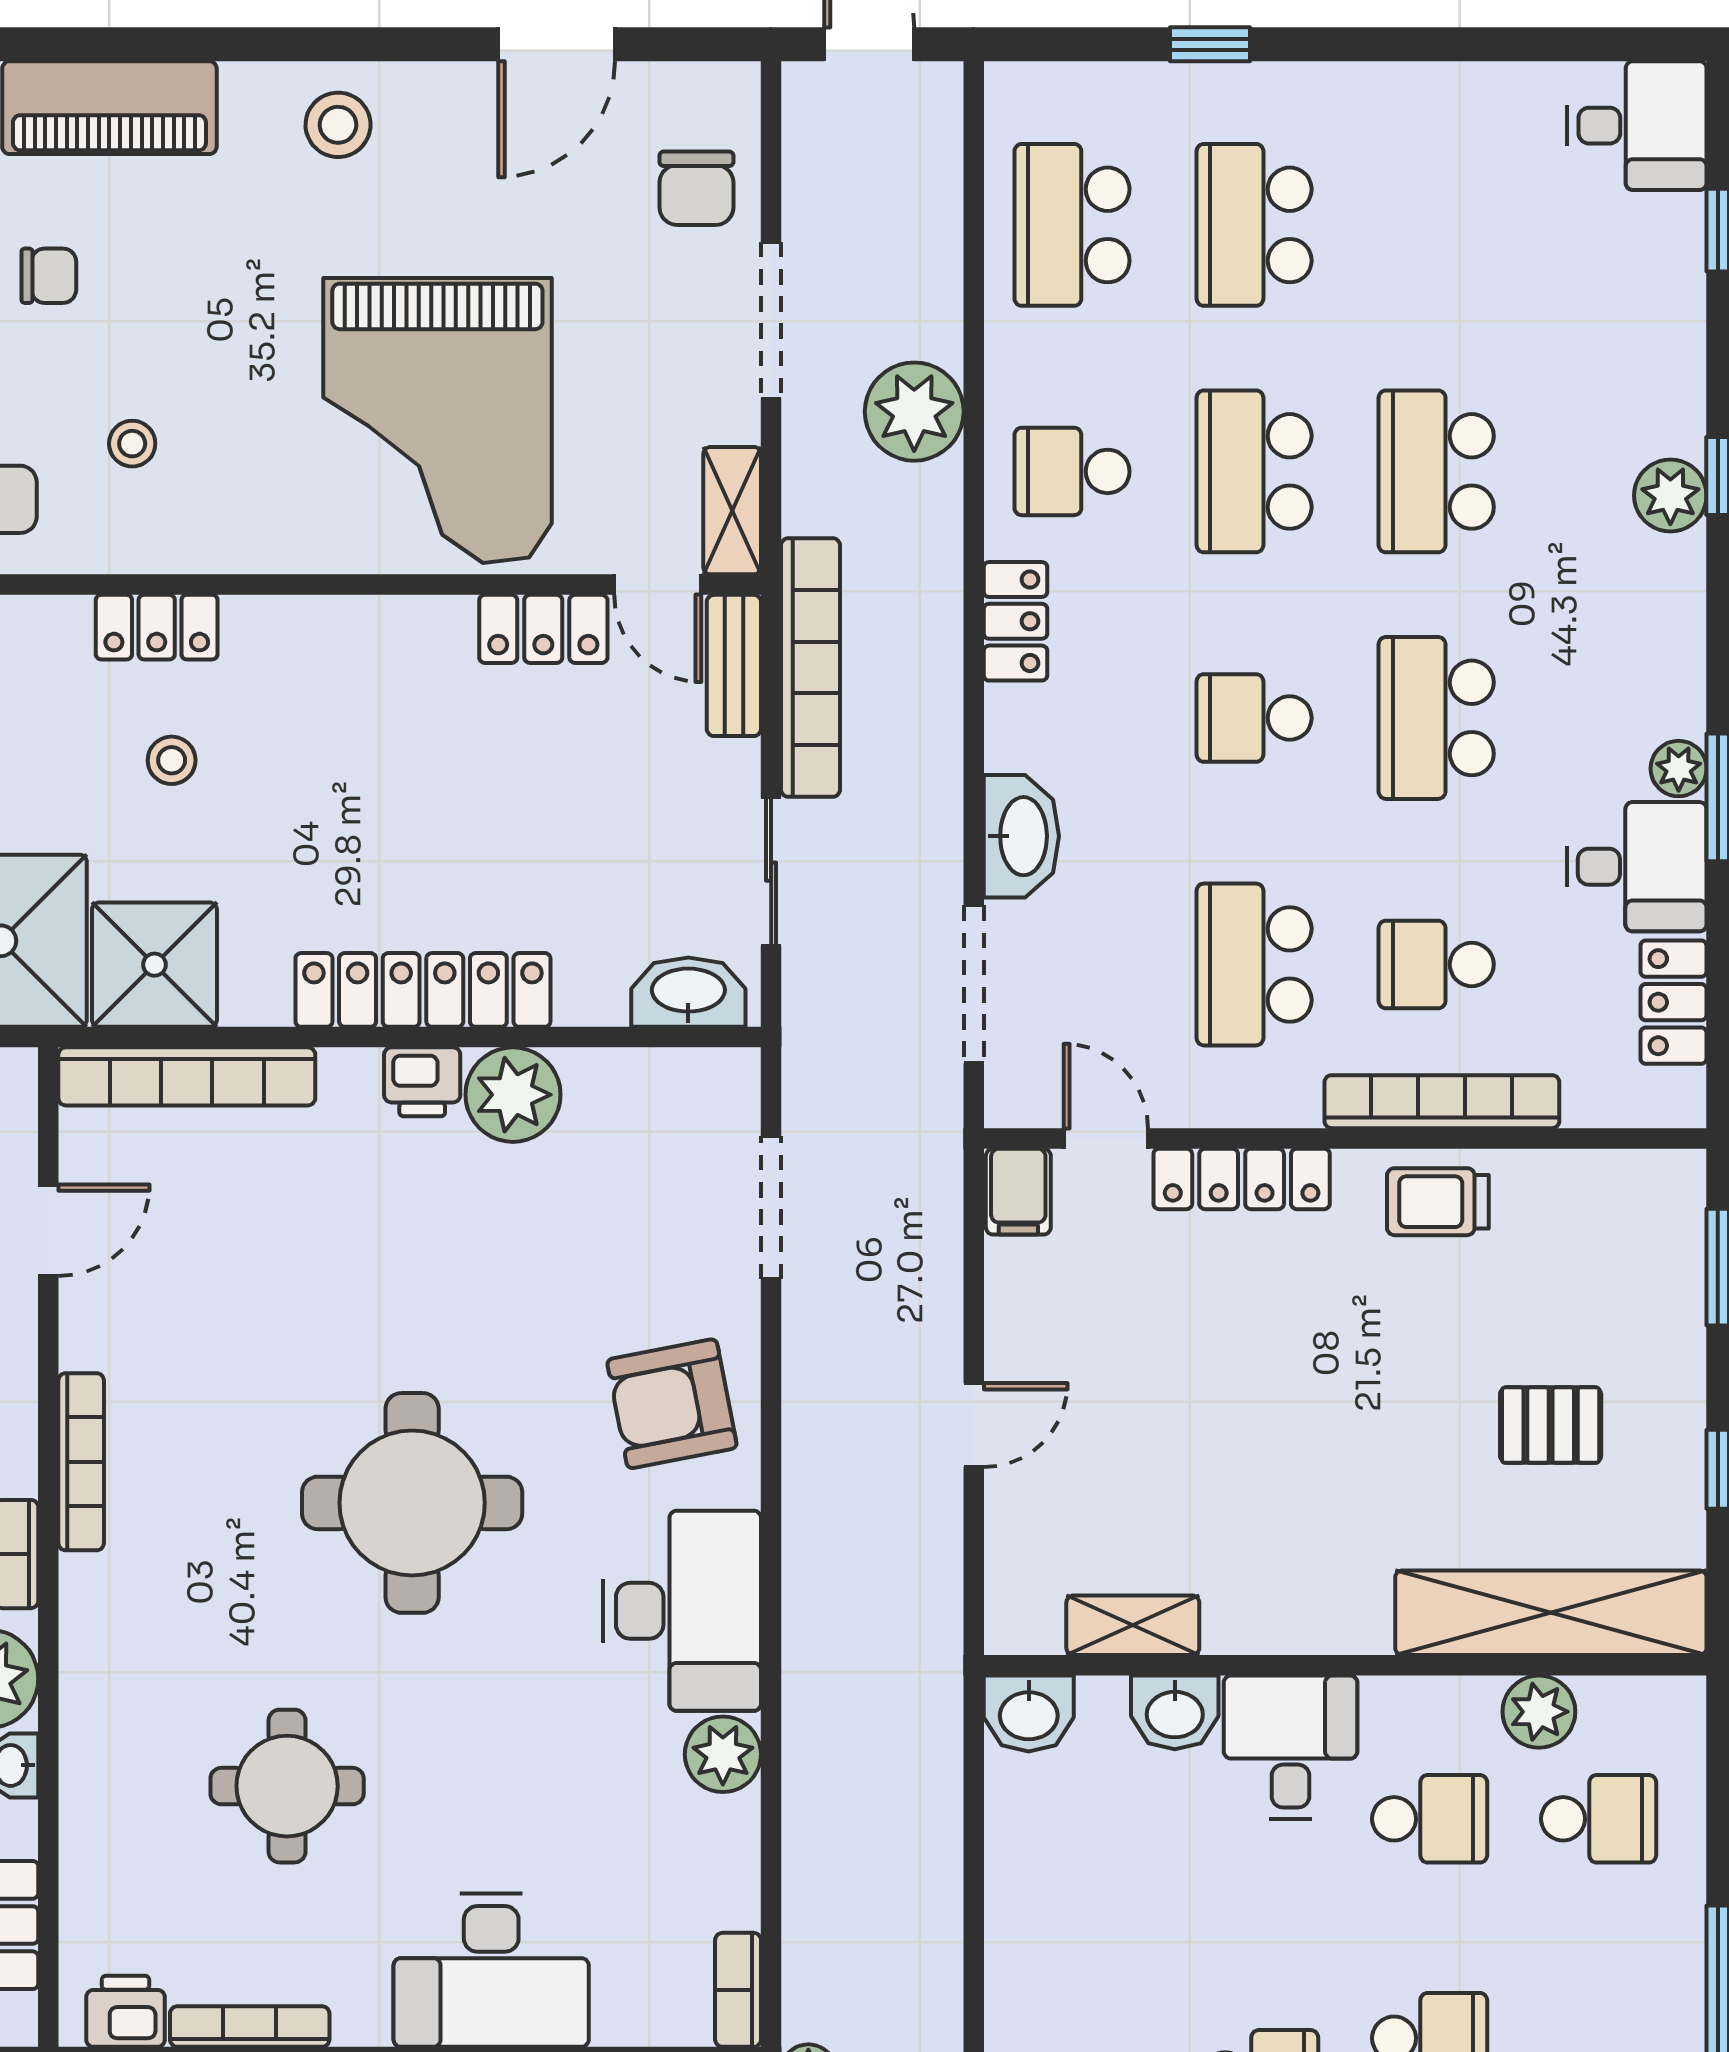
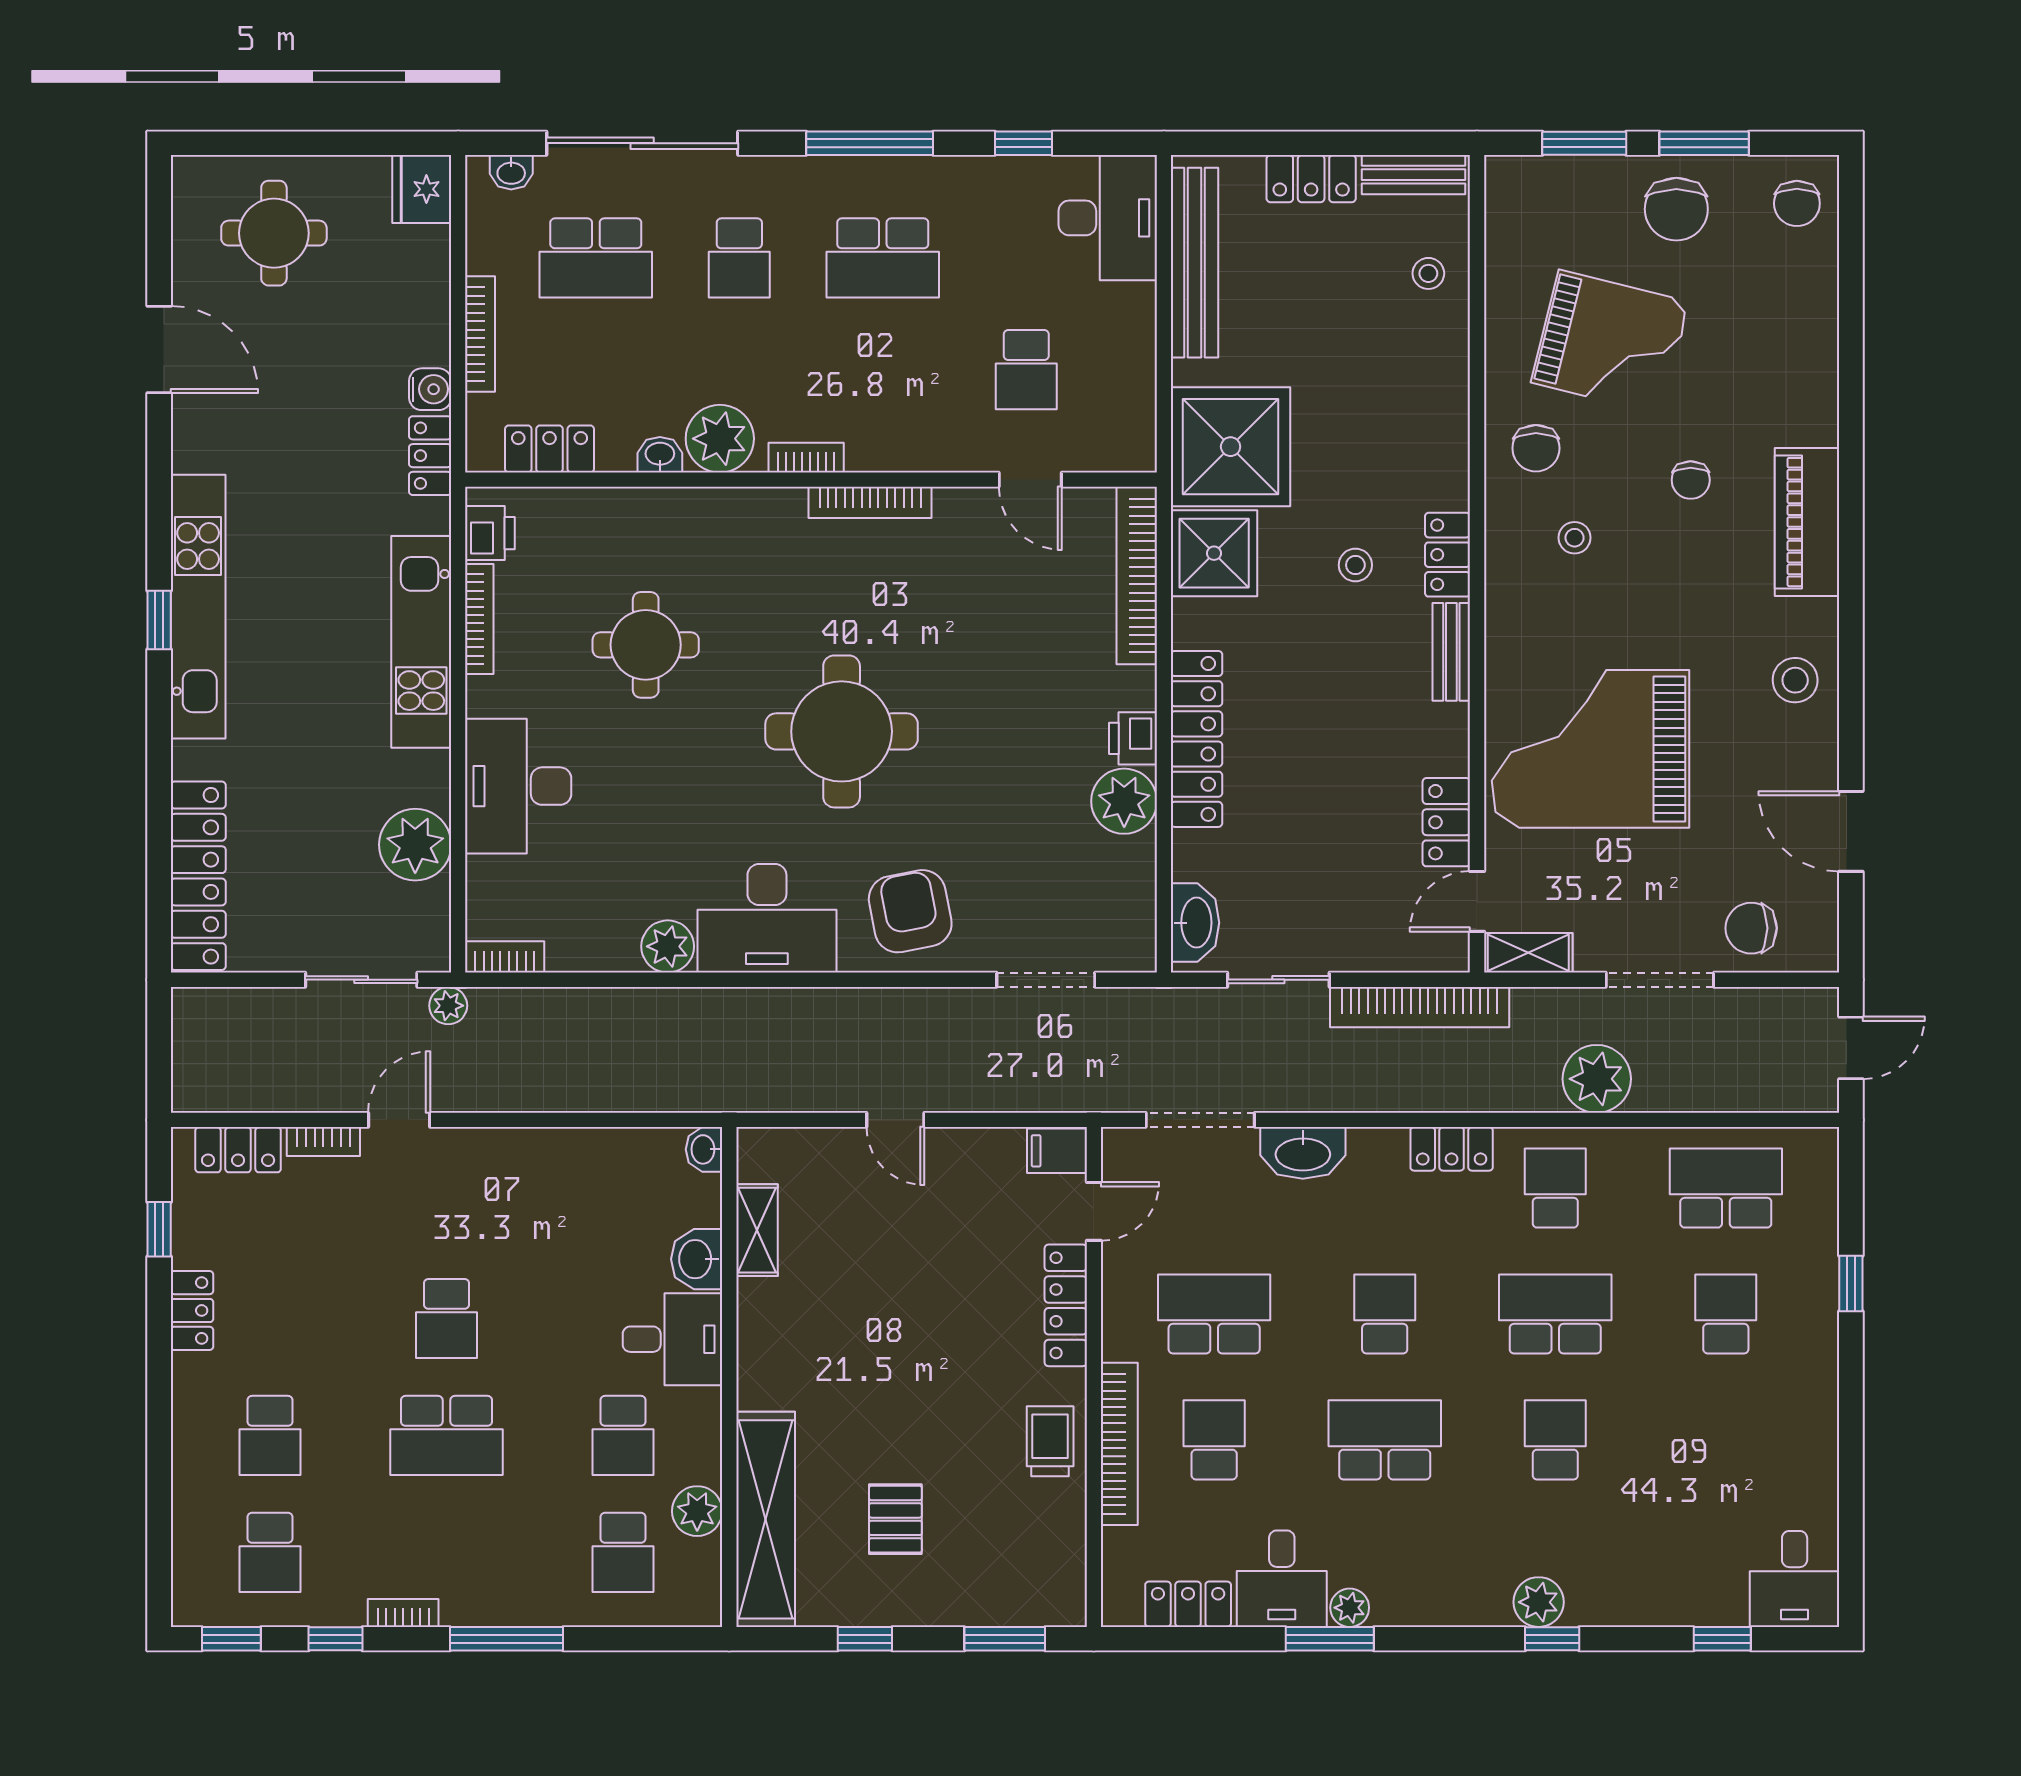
school desk: (1254, 225) -> (1726, 1314), width x0.54
school desk: (1436, 471) -> (1555, 1440), width x0.54
bench: (734, 665) -> (1451, 652), moved, turned 90
washbasin: (1029, 1713) -> (704, 1149), width x0.72, depth x0.69

